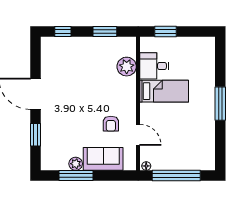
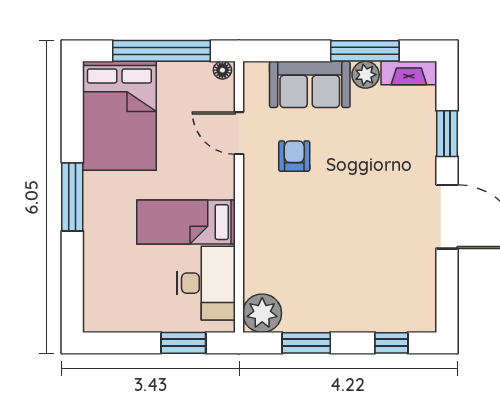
desk: (154, 66) -> (206, 283), width x1.37
plant: (127, 67) -> (262, 313), moved
bed: (197, 144) -> (119, 116), added
fireplace: (54, 165) -> (409, 73), added

